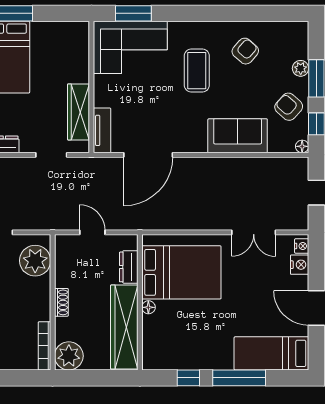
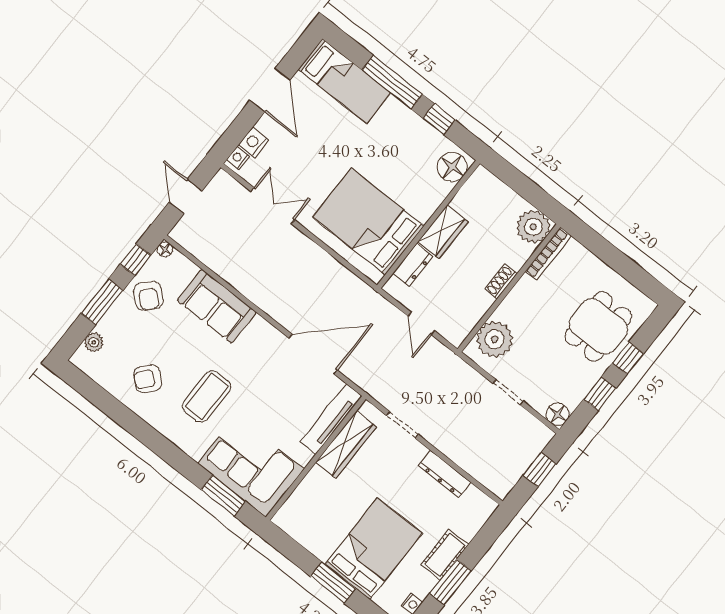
plant: (301, 68) -> (94, 342), moved
tv unit: (102, 130) -> (331, 419), width x1.41
floor lamp: (148, 307) -> (452, 167), moved, width x1.89, depth x1.89
wardrobe: (124, 327) -> (443, 232), width x0.48, depth x0.85

